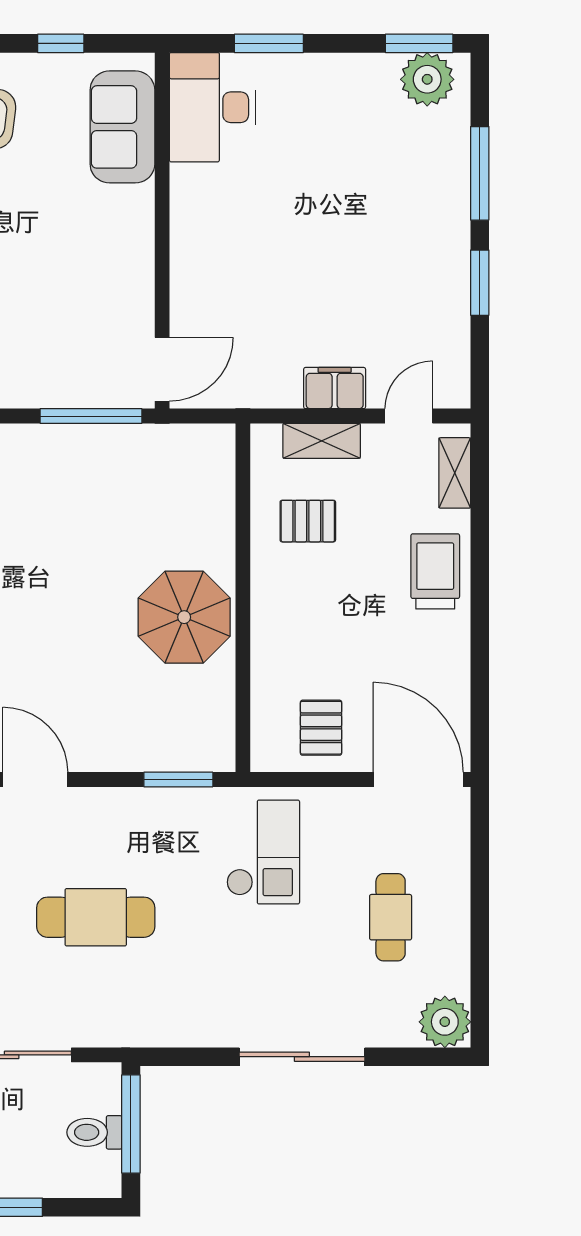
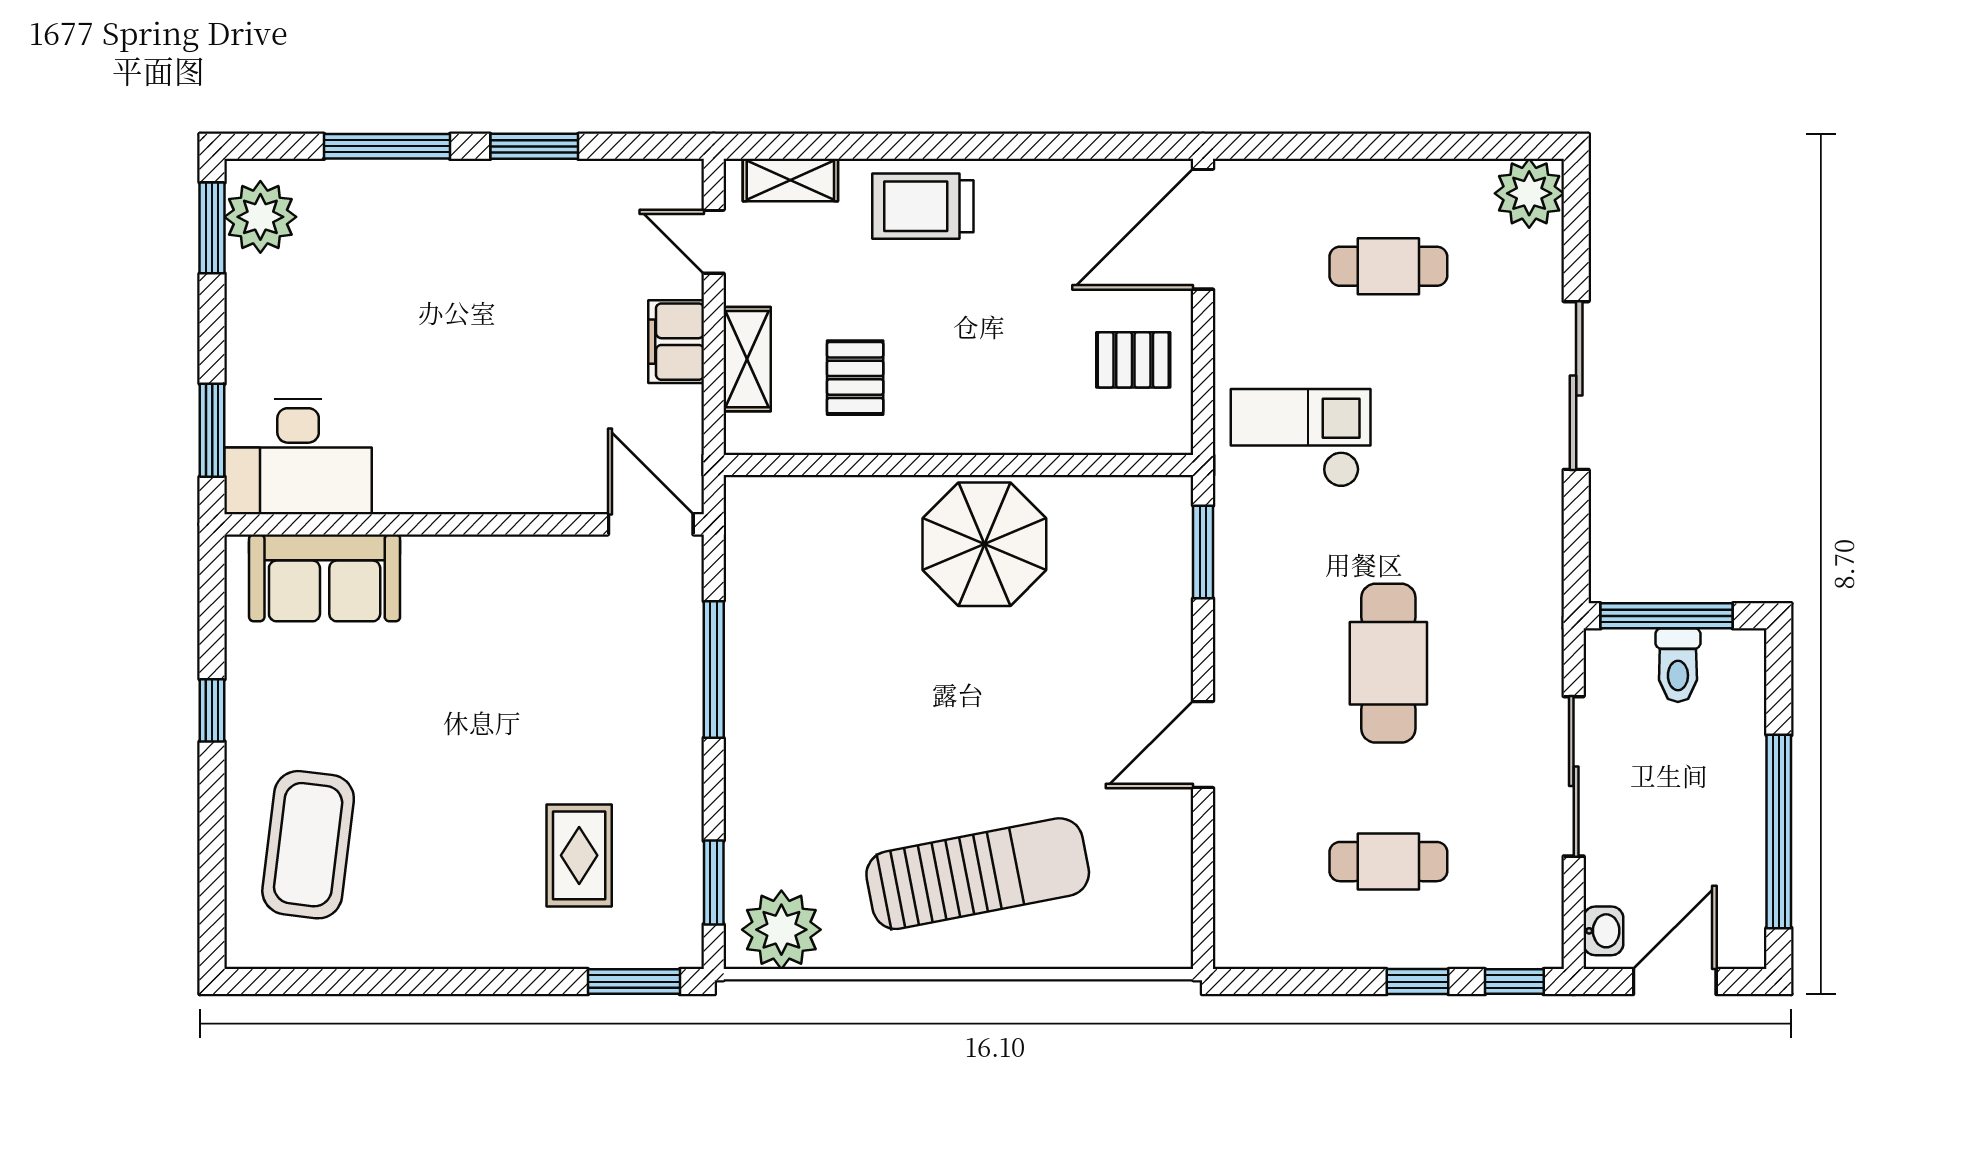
desk: (212, 107) -> (298, 457), moved
sofa: (122, 127) -> (325, 578), moved
wall: (162, 231) -> (464, 524), moved
door: (162, 369) -> (651, 524), moved

